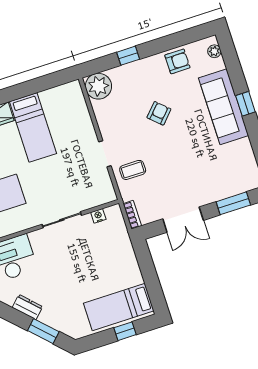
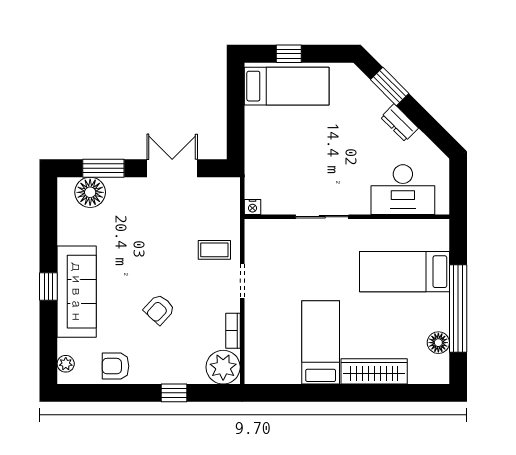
floor lamp: (237, 183) -> (90, 192), added
bookcase: (132, 215) -> (233, 331), moved
nightstand: (98, 216) -> (252, 207), moved

